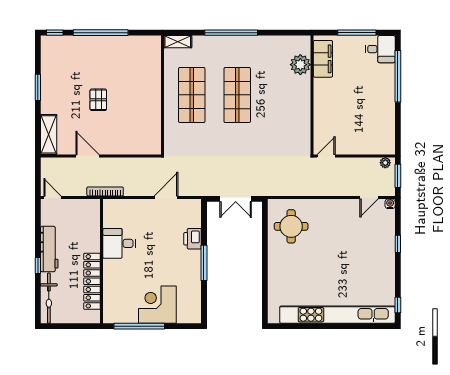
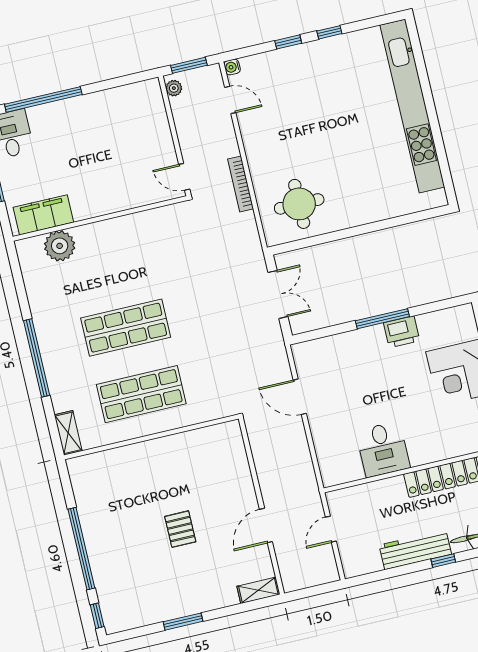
pallet: (98, 100) -> (180, 529), turned 90
shelving: (49, 134) -> (258, 590), width x0.67, depth x0.75
bookcase: (105, 191) -> (241, 184), moved
door: (53, 197) -> (331, 529), moved
printer: (193, 239) -> (402, 332), moved
window: (398, 305) -> (329, 32), moved

